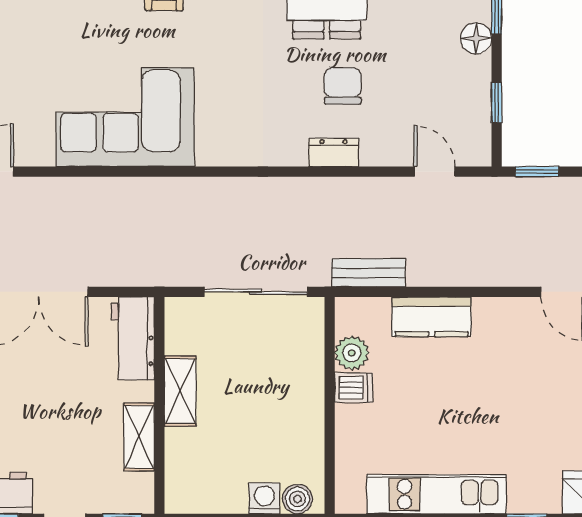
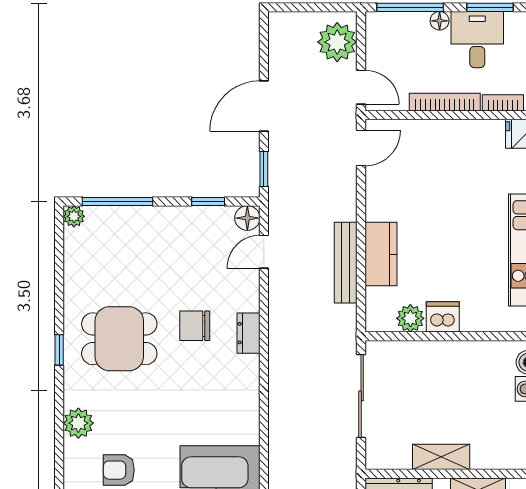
floor lamp: (476, 38) -> (247, 218), moved
bench: (368, 273) -> (346, 263), moved, width x1.36
dishwasher: (354, 388) -> (443, 317), width x1.38

